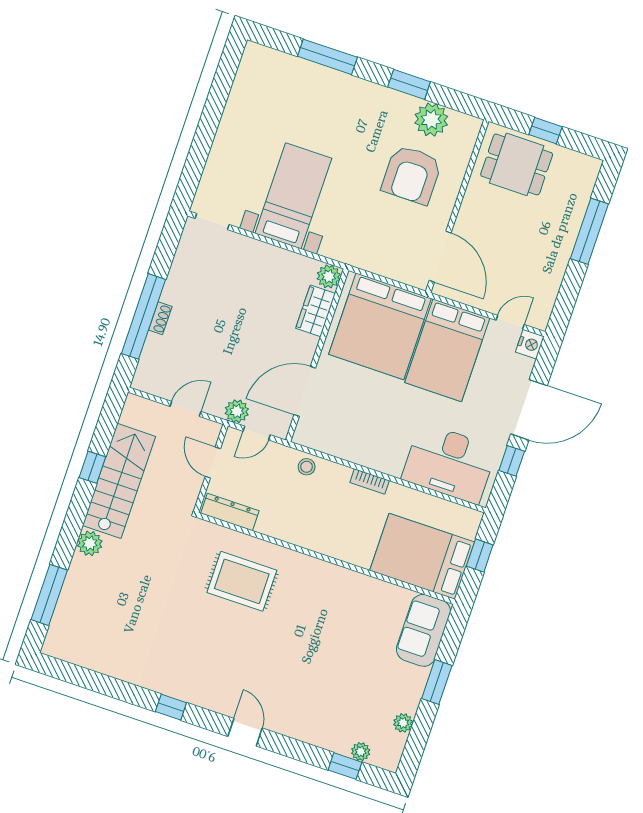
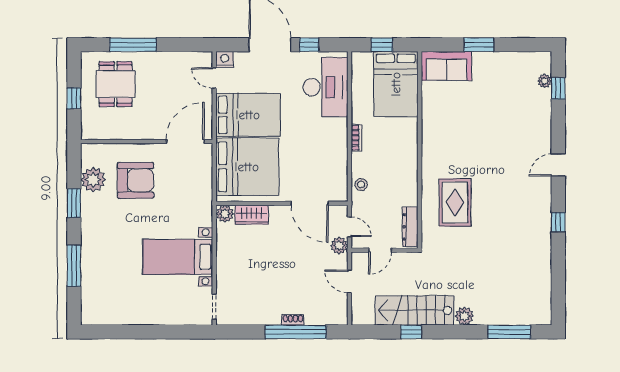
dining table: (517, 164) -> (116, 84), moved
plant: (403, 723) -> (515, 58), removed

